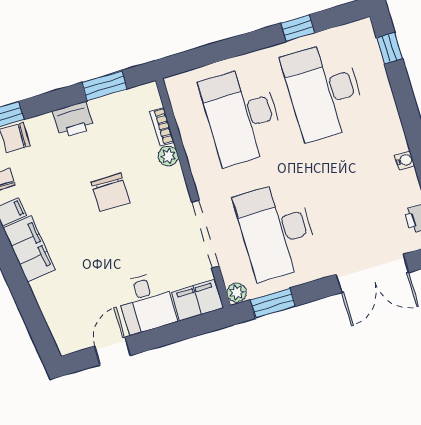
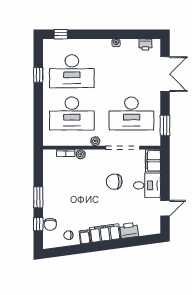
window: (104, 86) -> (38, 197), moved
printer: (73, 120) -> (129, 230), moved, turned -98
chair: (110, 192) -> (114, 182), moved, turned 180
plant: (237, 292) -> (95, 141), moved
door: (113, 351) -> (165, 208), swing flipped

